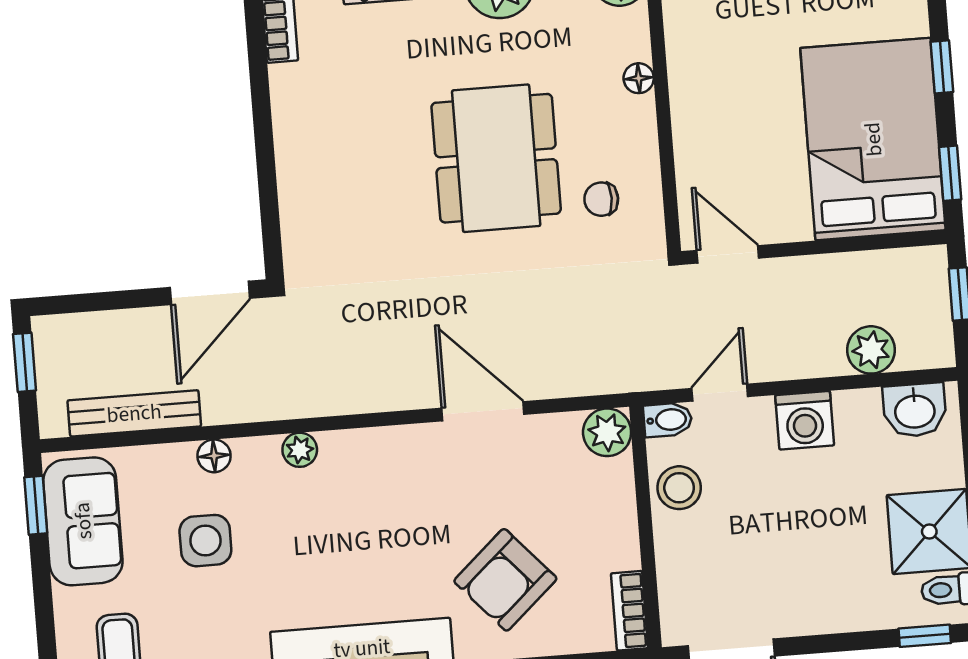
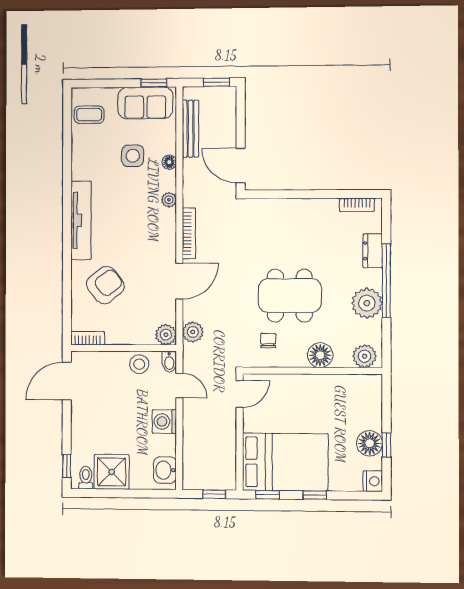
floor lamp: (639, 78) -> (320, 355), width x1.89, depth x1.89
plant: (871, 350) -> (193, 332), moved
bookcase: (373, 398) -> (189, 233), added
armchair: (505, 580) -> (105, 285), turned 94

